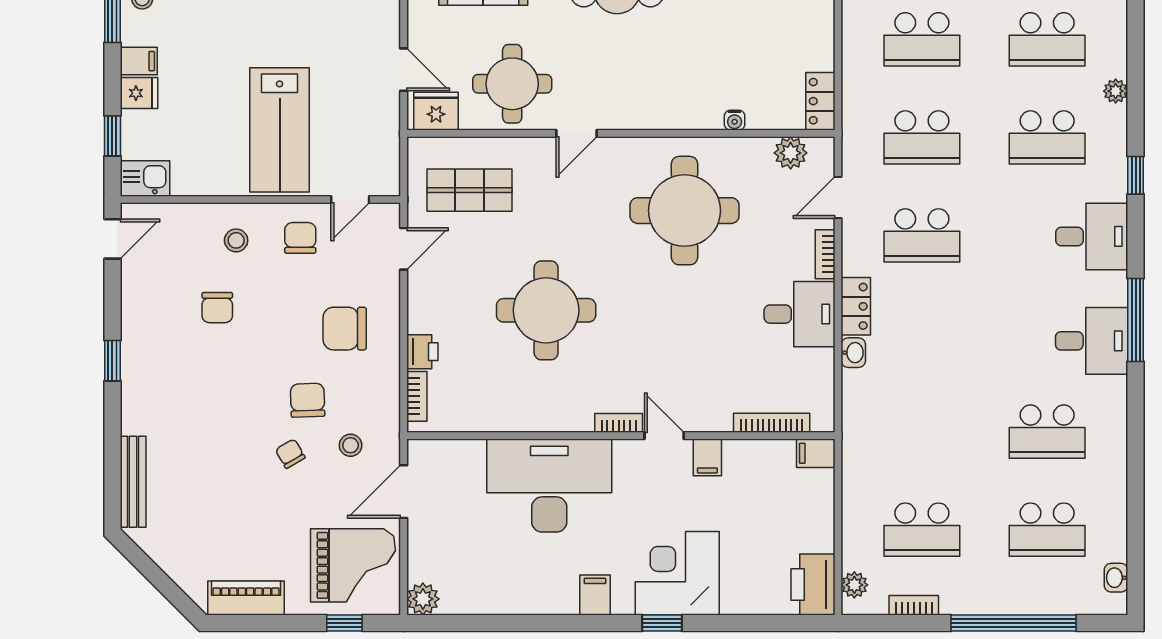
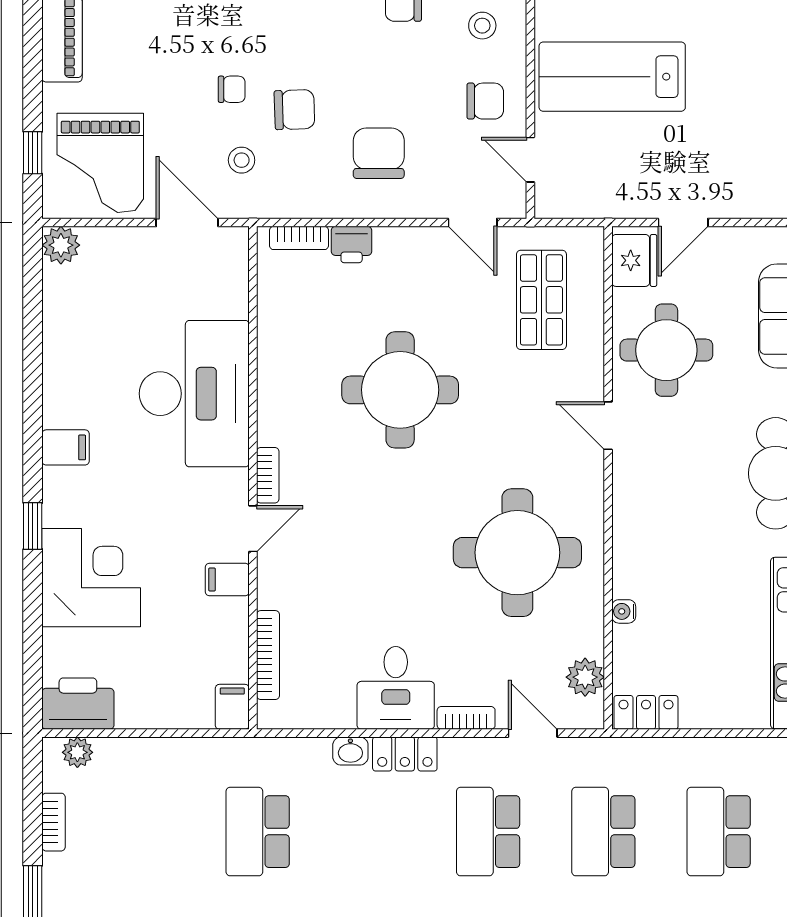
chair: (290, 454) -> (232, 89), turned 30
school desk: (922, 530) -> (258, 832), moved
corner desk: (677, 573) -> (91, 578), moved

